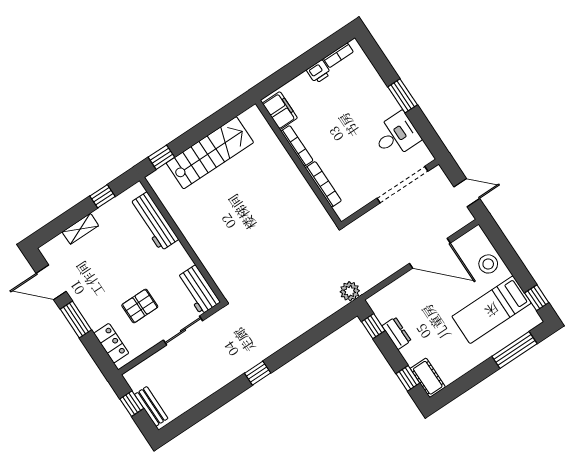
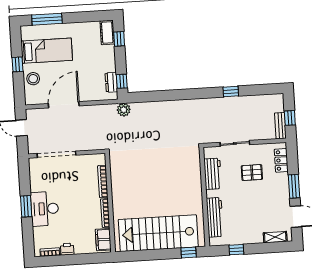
desk: (396, 135) -> (45, 209), moved, width x1.37
stairs: (210, 153) -> (158, 233), width x1.36, depth x1.51
shelving: (80, 229) -> (275, 237), moved
door: (430, 253) -> (64, 105), hinge flipped
workbench: (198, 290) -> (213, 174), moved
window: (537, 298) -> (18, 64), moved
dresser: (397, 333) -> (111, 82), moved
window: (258, 373) -> (231, 91), moved
bench: (151, 406) -> (280, 126), moved

